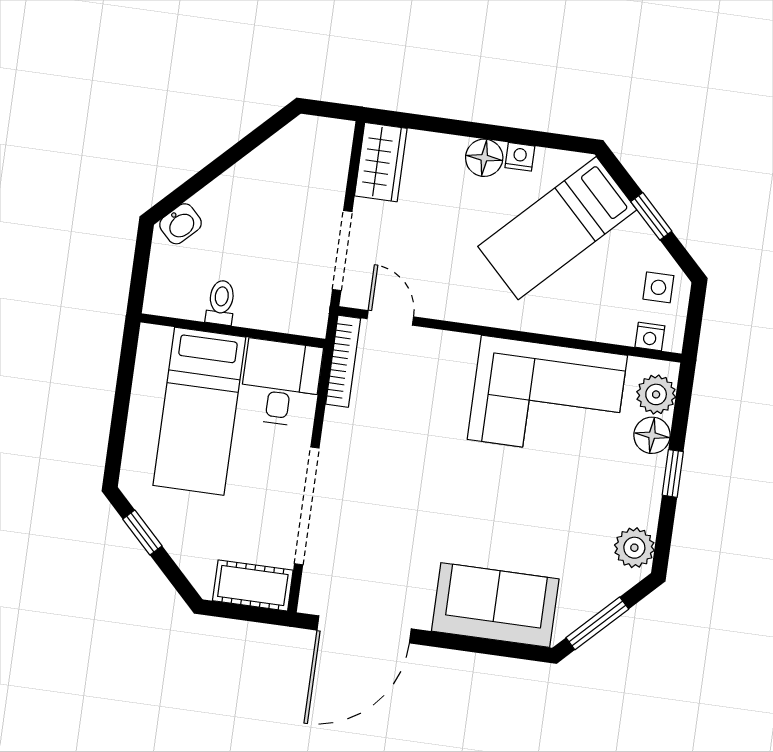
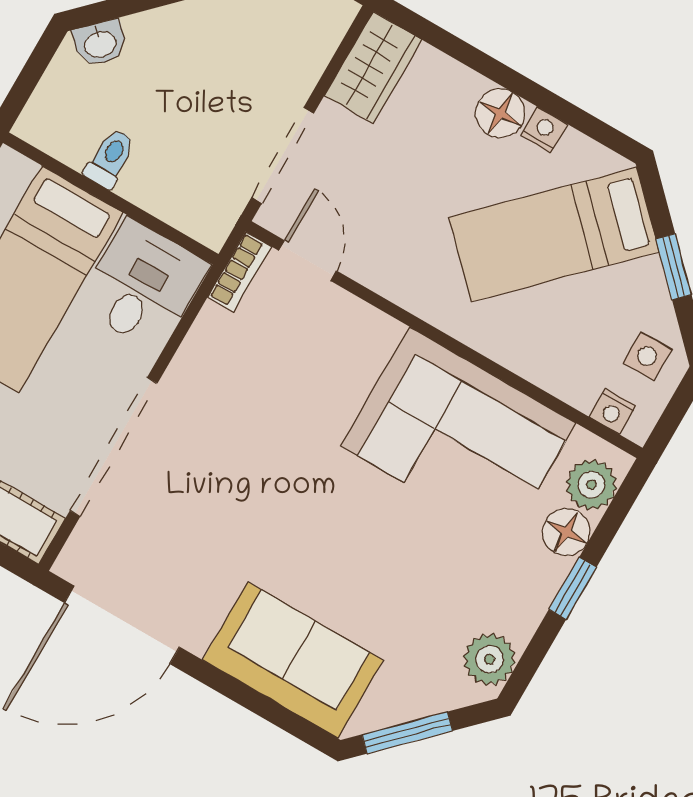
bookcase: (343, 361) -> (240, 272), width x0.64

